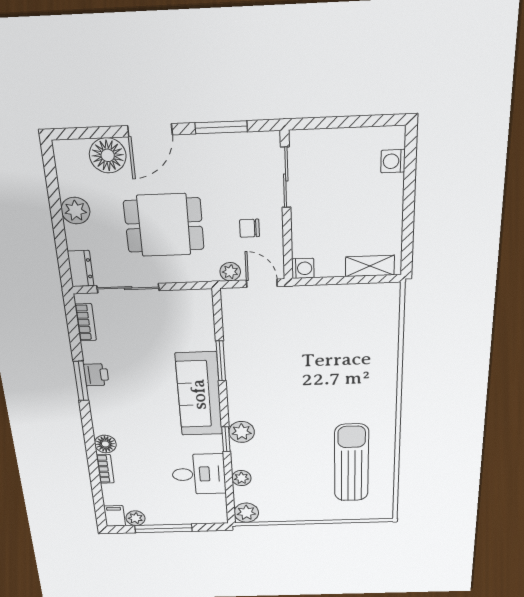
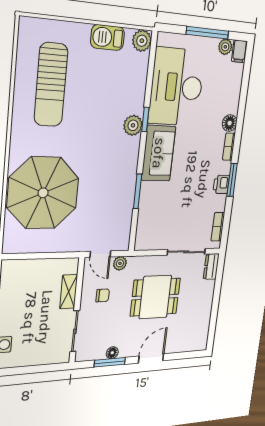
floor lamp: (108, 155) -> (112, 353), moved, width x0.53, depth x0.53
plant: (76, 211) -> (204, 306), removed
shelving: (370, 266) -> (69, 292), moved, turned 90
washing machine: (303, 268) -> (71, 265), removed
parasol: (351, 354) -> (43, 193), added
sofa: (199, 394) -> (159, 153), width x0.73
bookcase: (105, 469) -> (229, 147), moved
desk: (199, 474) -> (177, 87), width x1.87, depth x1.30
plant: (241, 478) -> (140, 79), removed
barbecue: (289, 511) -> (108, 37), added

